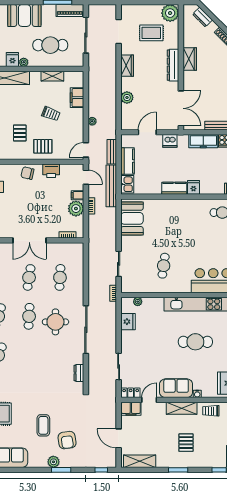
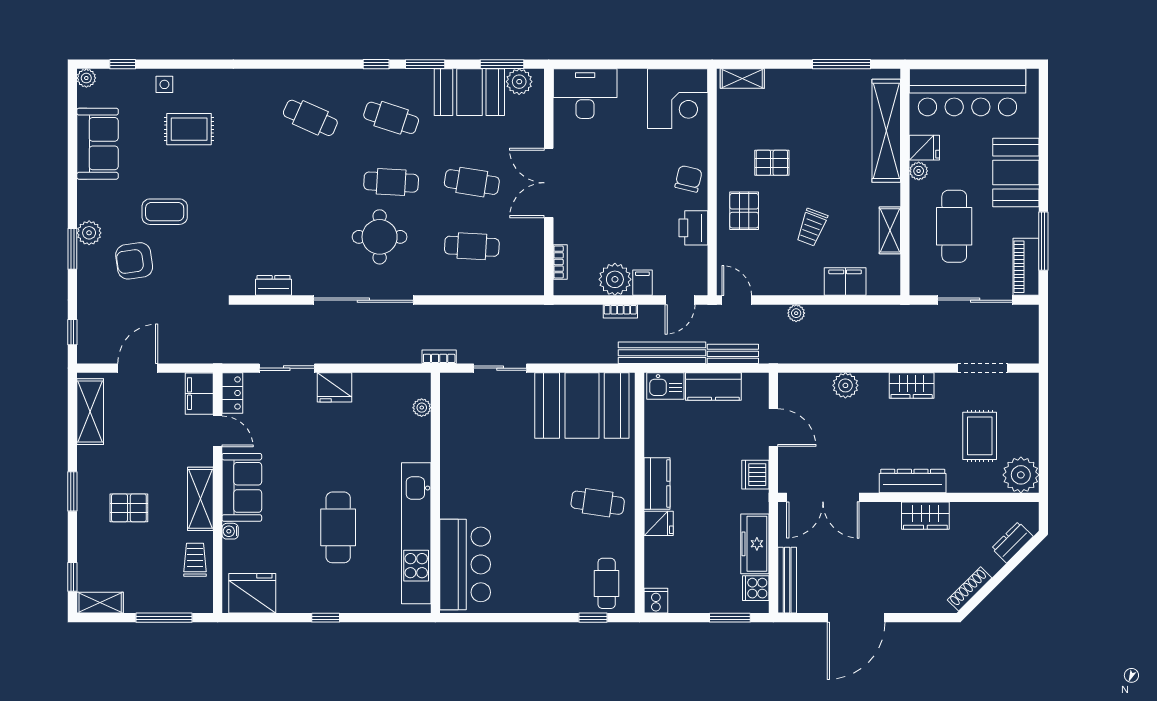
booth: (132, 218) -> (582, 406), width x1.36, depth x1.42
cafe table: (164, 266) -> (598, 503), moved
fridge: (128, 322) -> (334, 387), moved

